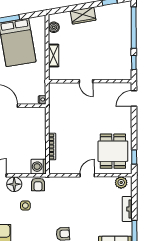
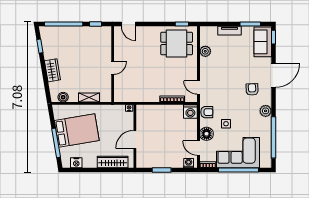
door: (87, 175) -> (198, 87), moved
plant: (121, 183) -> (205, 51), moved

